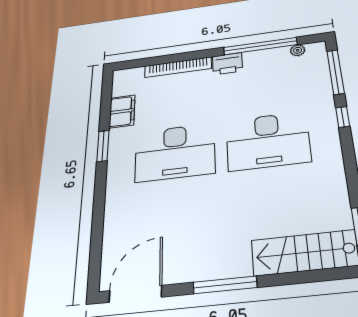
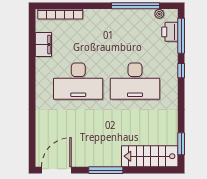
printer: (227, 64) -> (170, 32), moved, turned 90
bookcase: (178, 67) -> (60, 14), moved
window: (103, 146) -> (32, 70), removed

